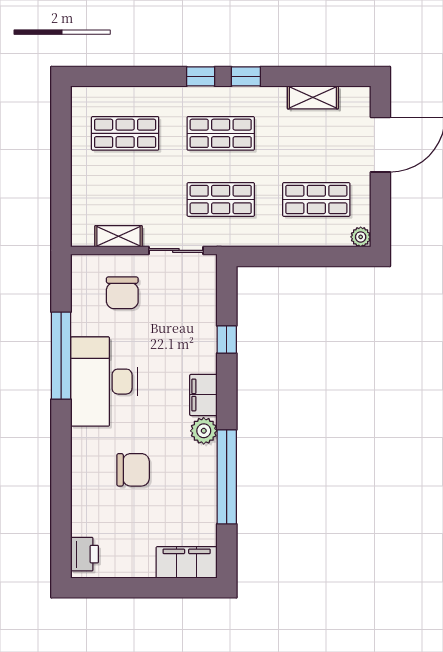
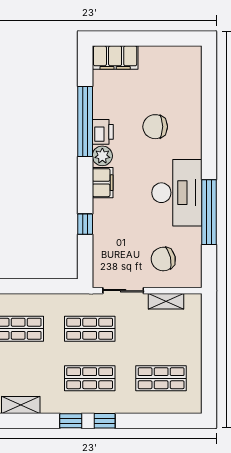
chair: (122, 293) -> (163, 259), turned -103
printer: (85, 554) -> (103, 132), moved, turned 180

